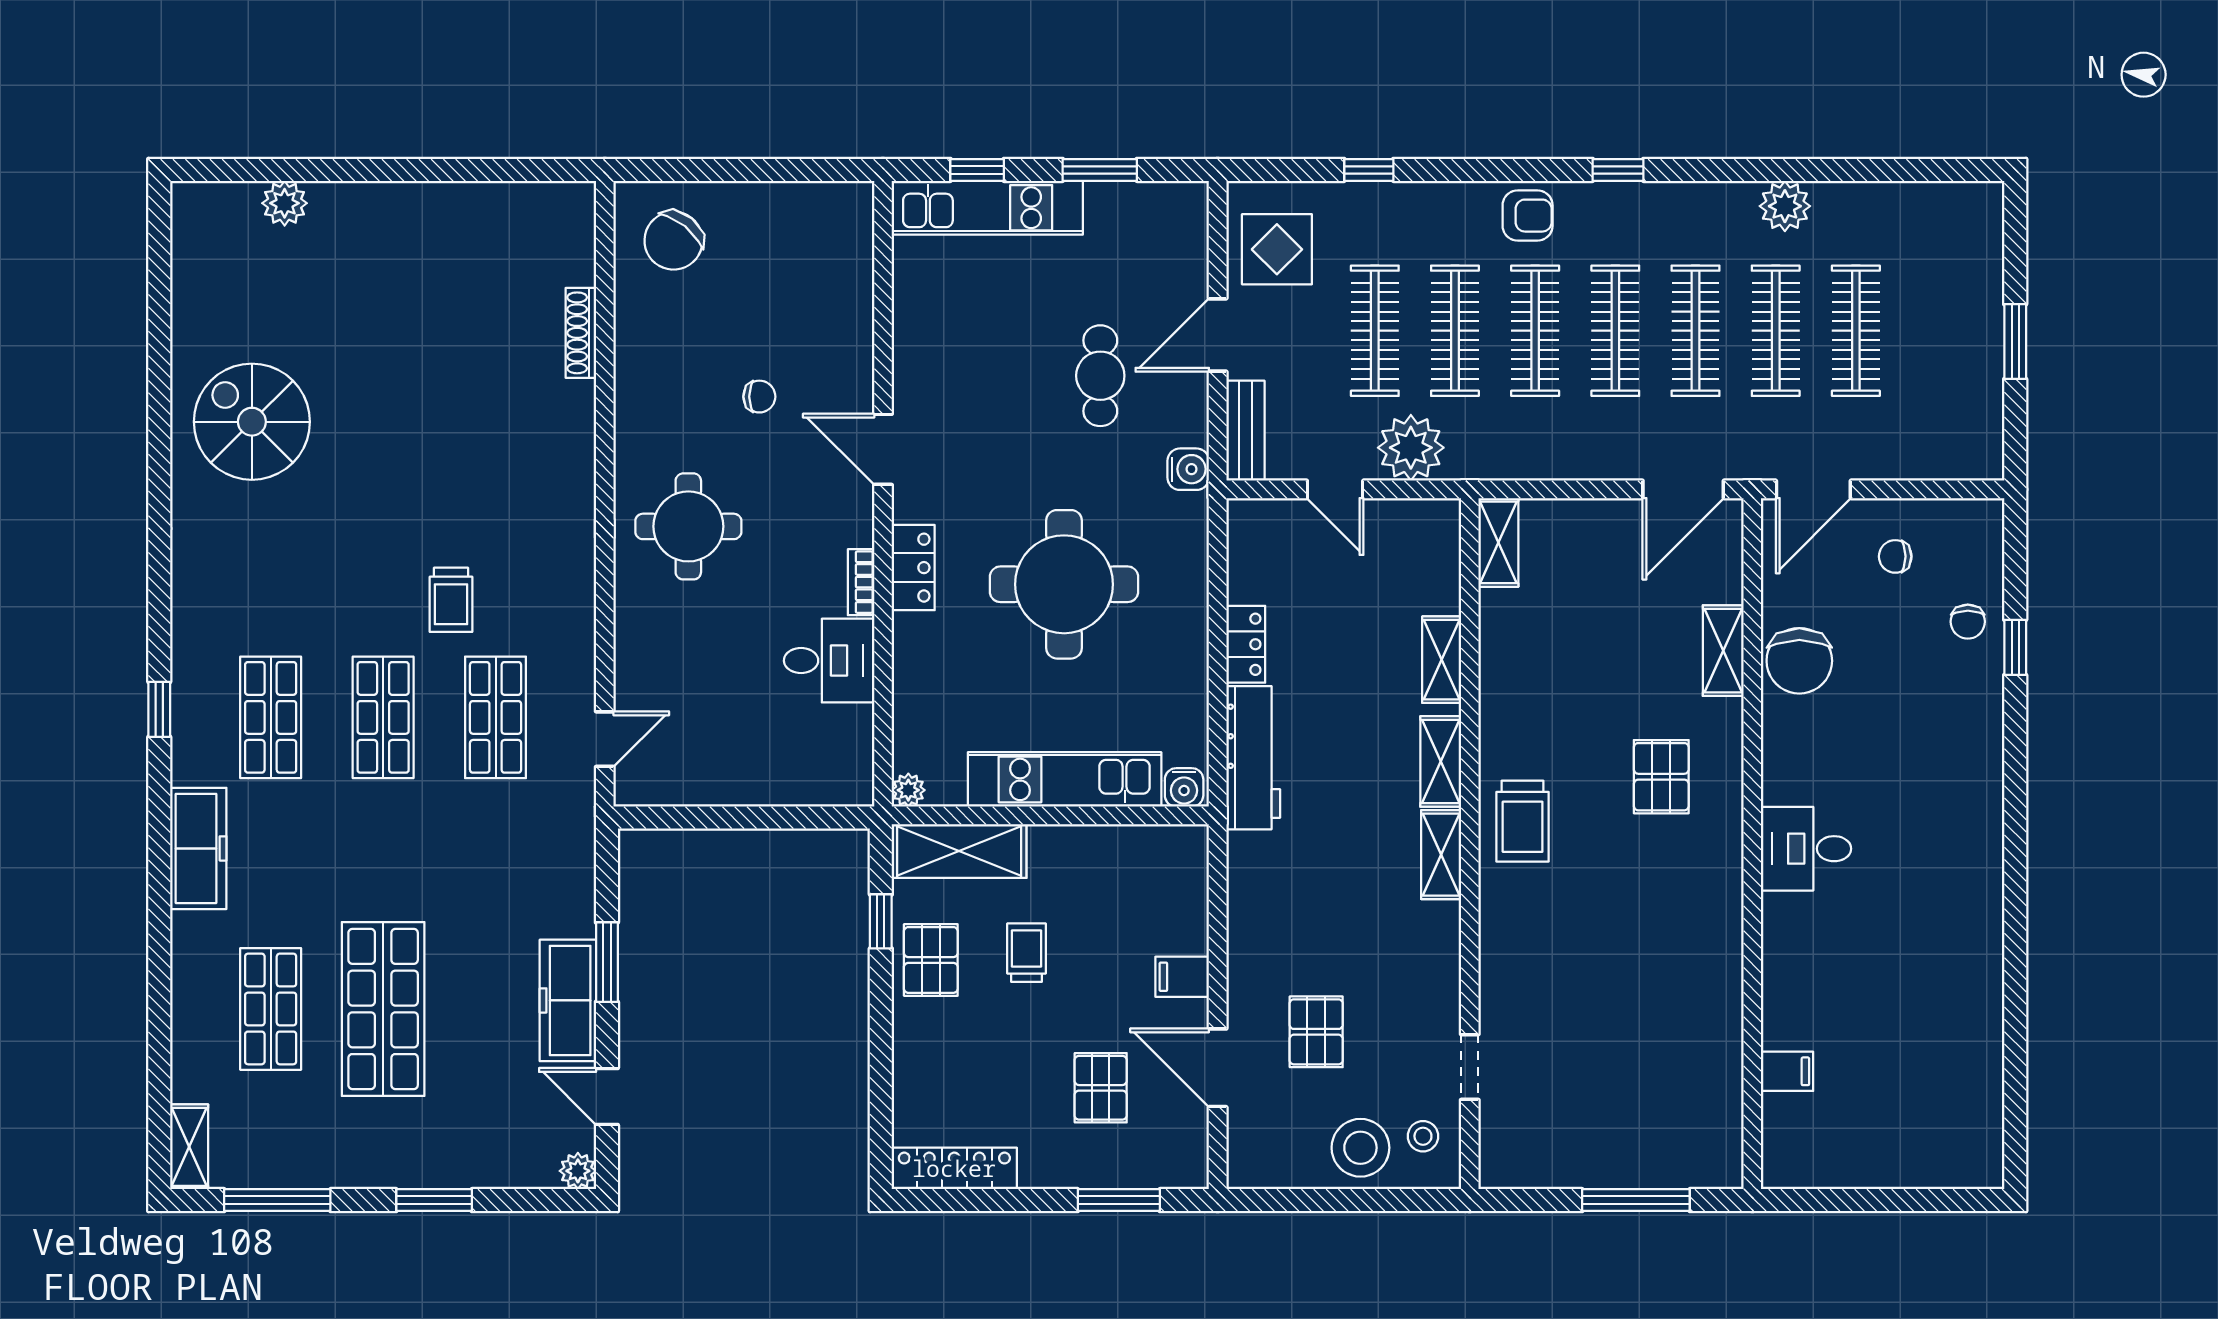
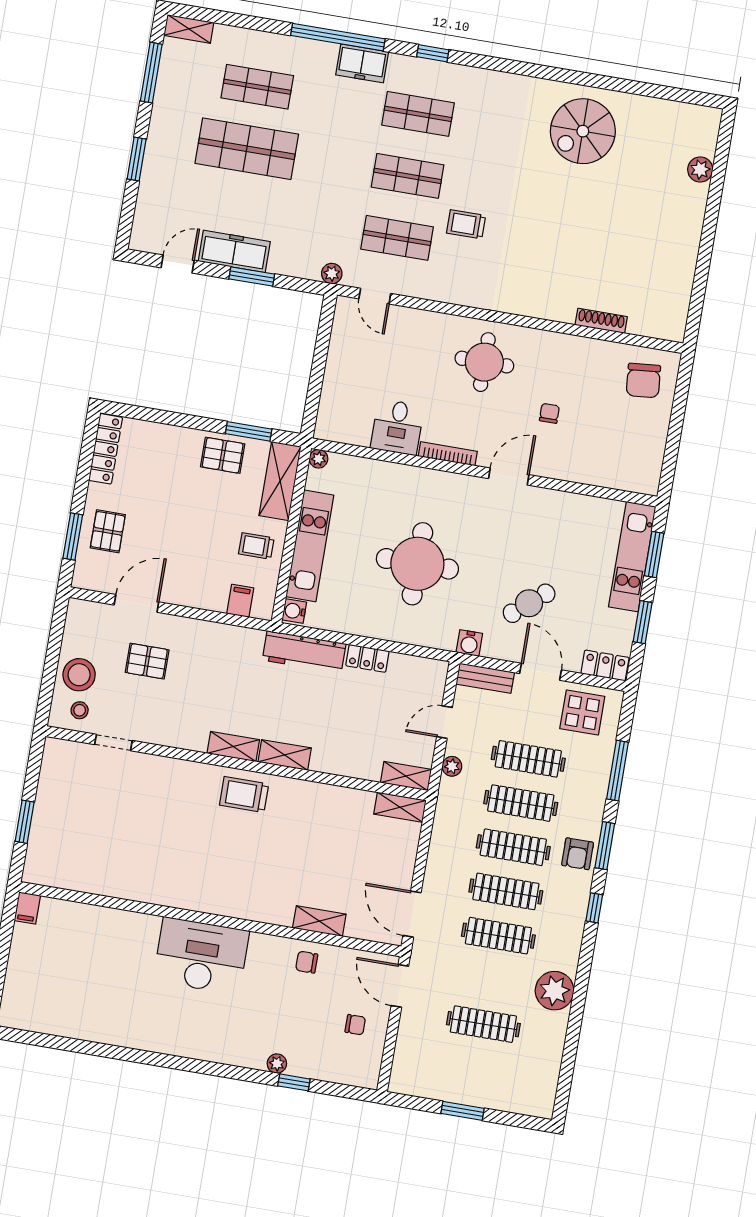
window: (977, 170) -> (654, 555), width x1.50
window: (1369, 170) -> (618, 771), width x2.17
window: (1505, 170) -> (605, 846), added
plant: (1785, 206) -> (555, 991), width x1.36, depth x1.36
chair: (673, 241) -> (643, 381), turned -134
clothes rail: (1776, 331) -> (491, 980), removed
cafe table: (1100, 376) -> (529, 603), turned -40
chair: (759, 397) -> (549, 413), turned 180
spiral stairs: (252, 422) -> (583, 131), turned 180
plant: (1411, 448) -> (452, 766), width x0.53, depth x0.53
chair: (1895, 556) -> (355, 1025), turned 90
locker: (913, 568) -> (605, 666), moved, turned 180
bookcase: (861, 582) -> (448, 454), width x1.56
chair: (1968, 622) -> (313, 1059), removed
shelving: (1442, 660) -> (406, 776), moved
chair: (1799, 661) -> (307, 962), width x0.54, depth x0.54
plant: (1987, 683) -> (277, 1064), added
pallet: (1661, 777) -> (256, 875), removed
freezer: (198, 848) -> (362, 63), width x0.71
desk: (1806, 849) -> (201, 956), width x1.87, depth x1.30
window: (159, 882) -> (338, 37), added
window: (881, 921) -> (249, 431), width x1.50
trolley: (1027, 953) -> (256, 546), moved, turned 180
filing cabinet: (1182, 977) -> (240, 601), moved
filing cabinet: (1787, 1071) -> (27, 908), moved
pallet: (1101, 1088) -> (108, 531), moved, turned 90
plant: (578, 1171) -> (332, 274), moved
window: (1636, 1200) -> (25, 822), width x0.69

